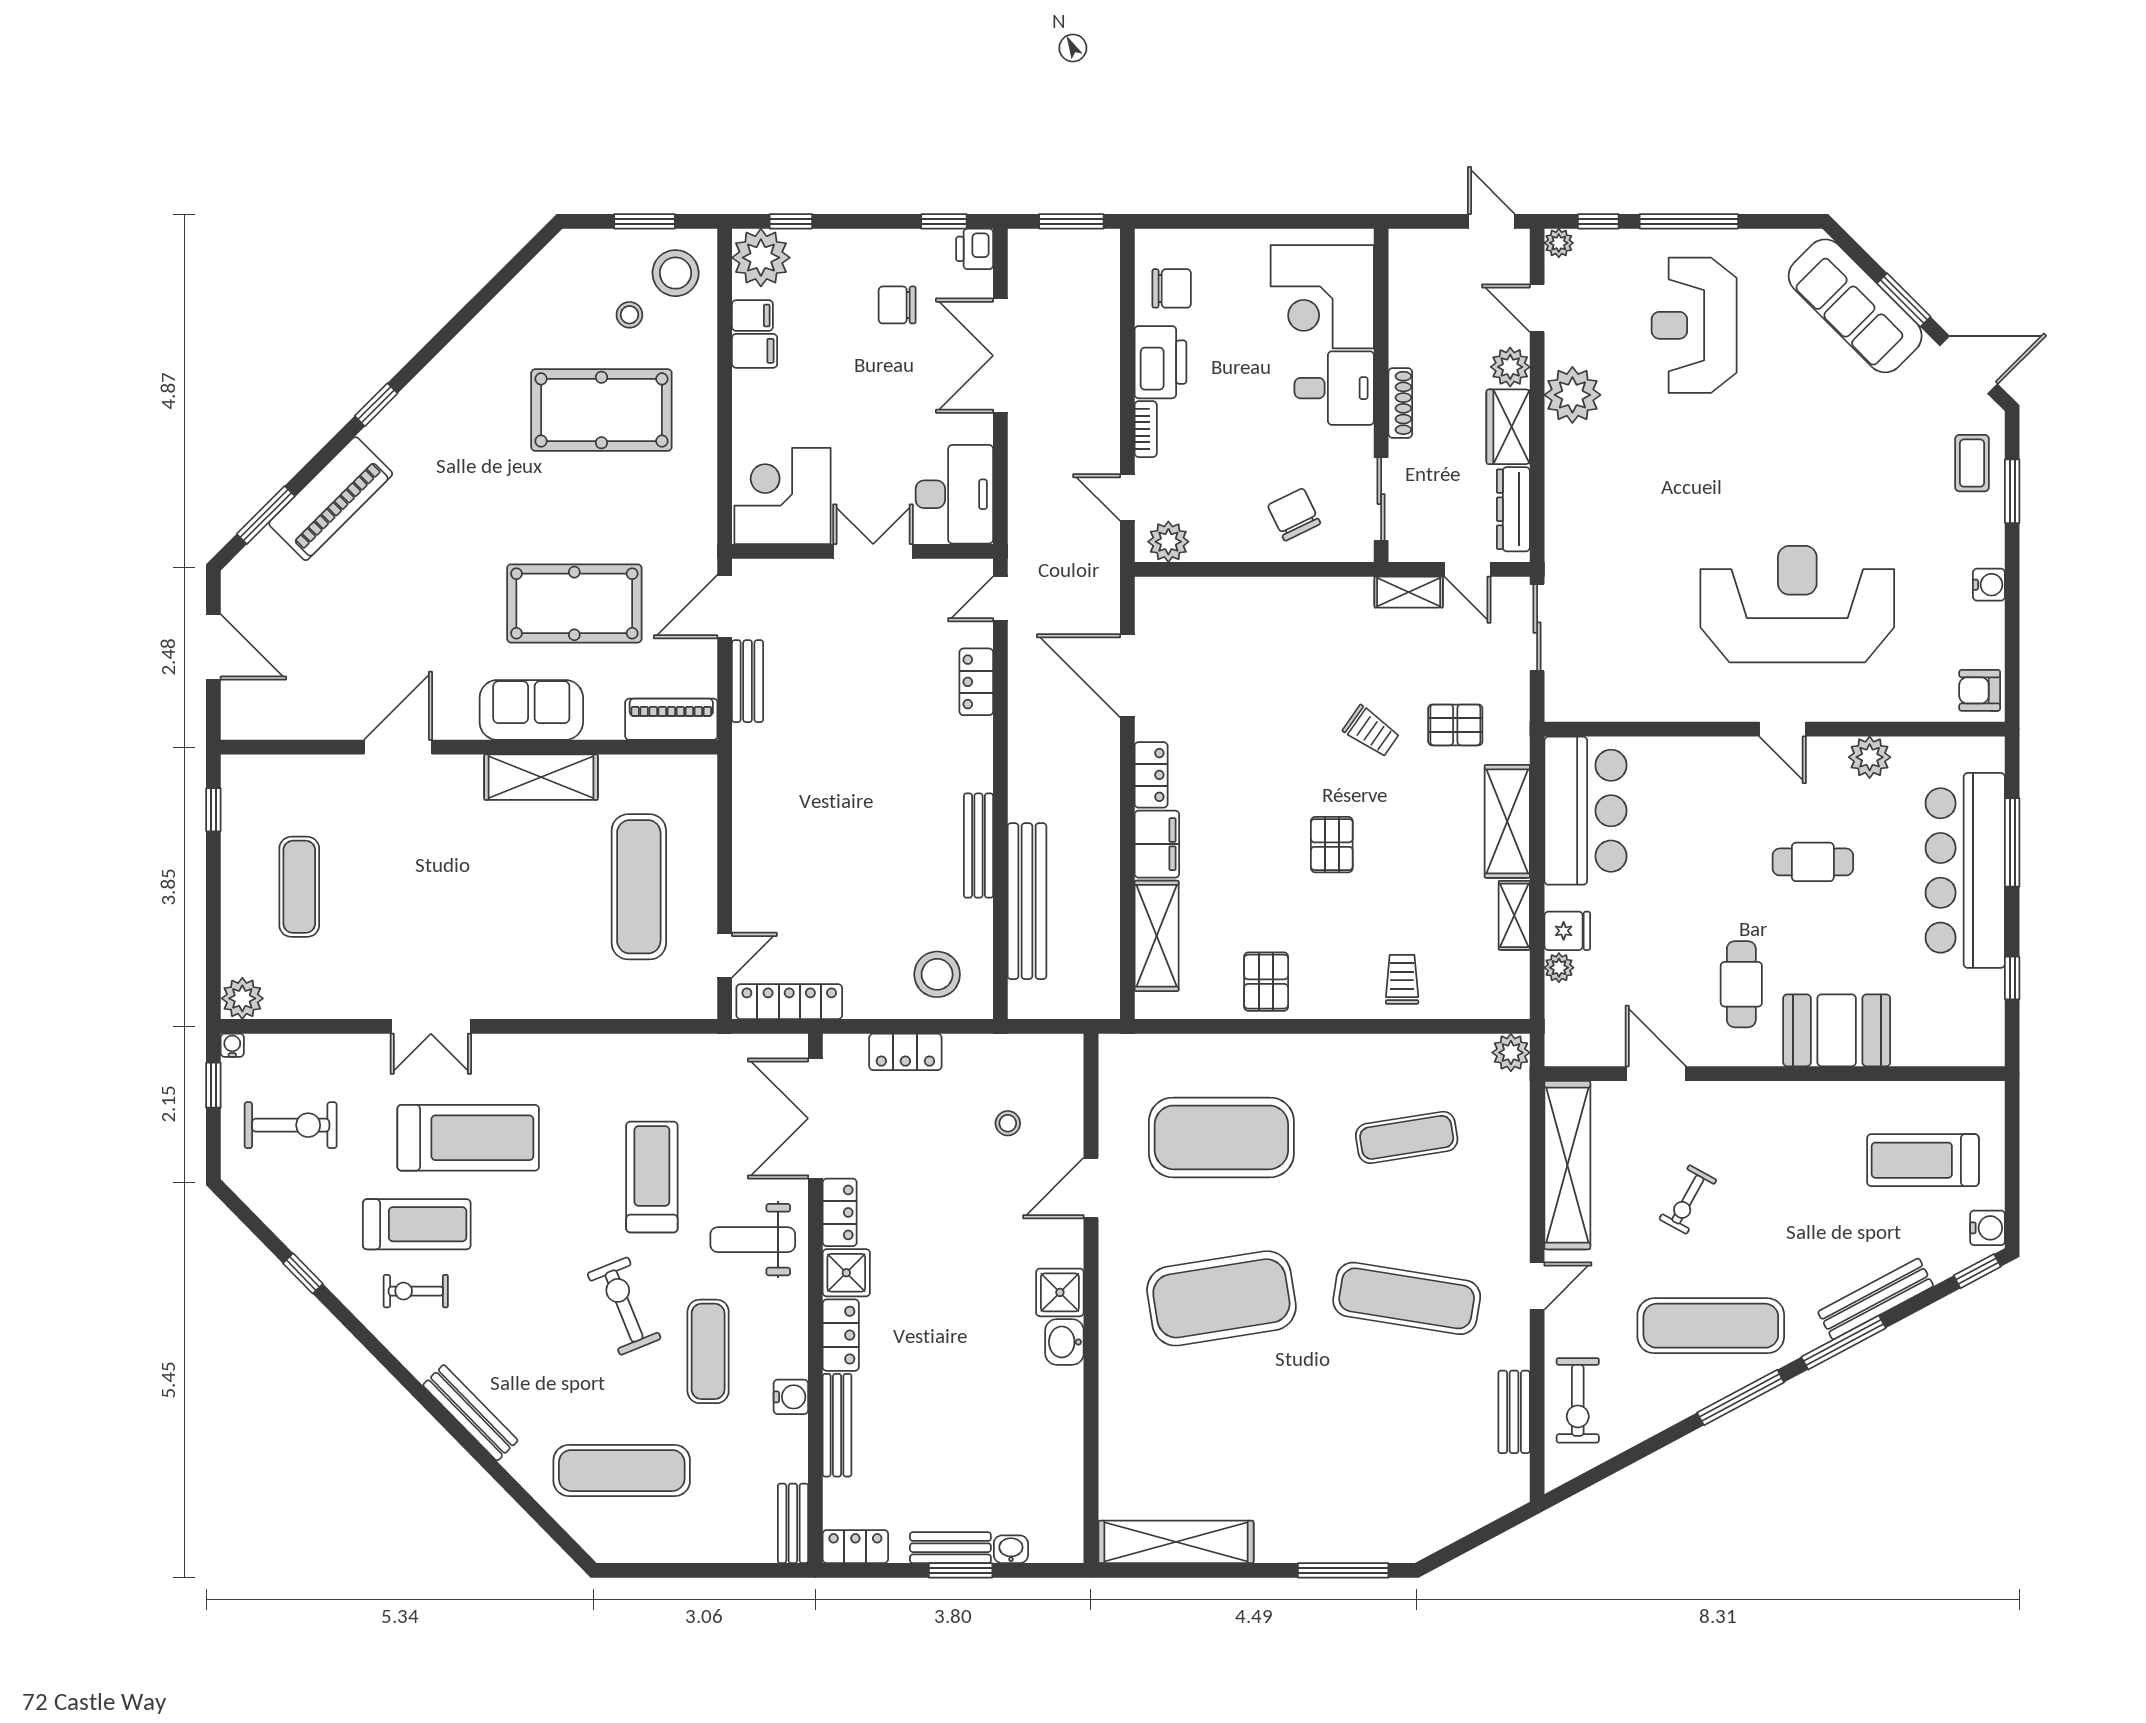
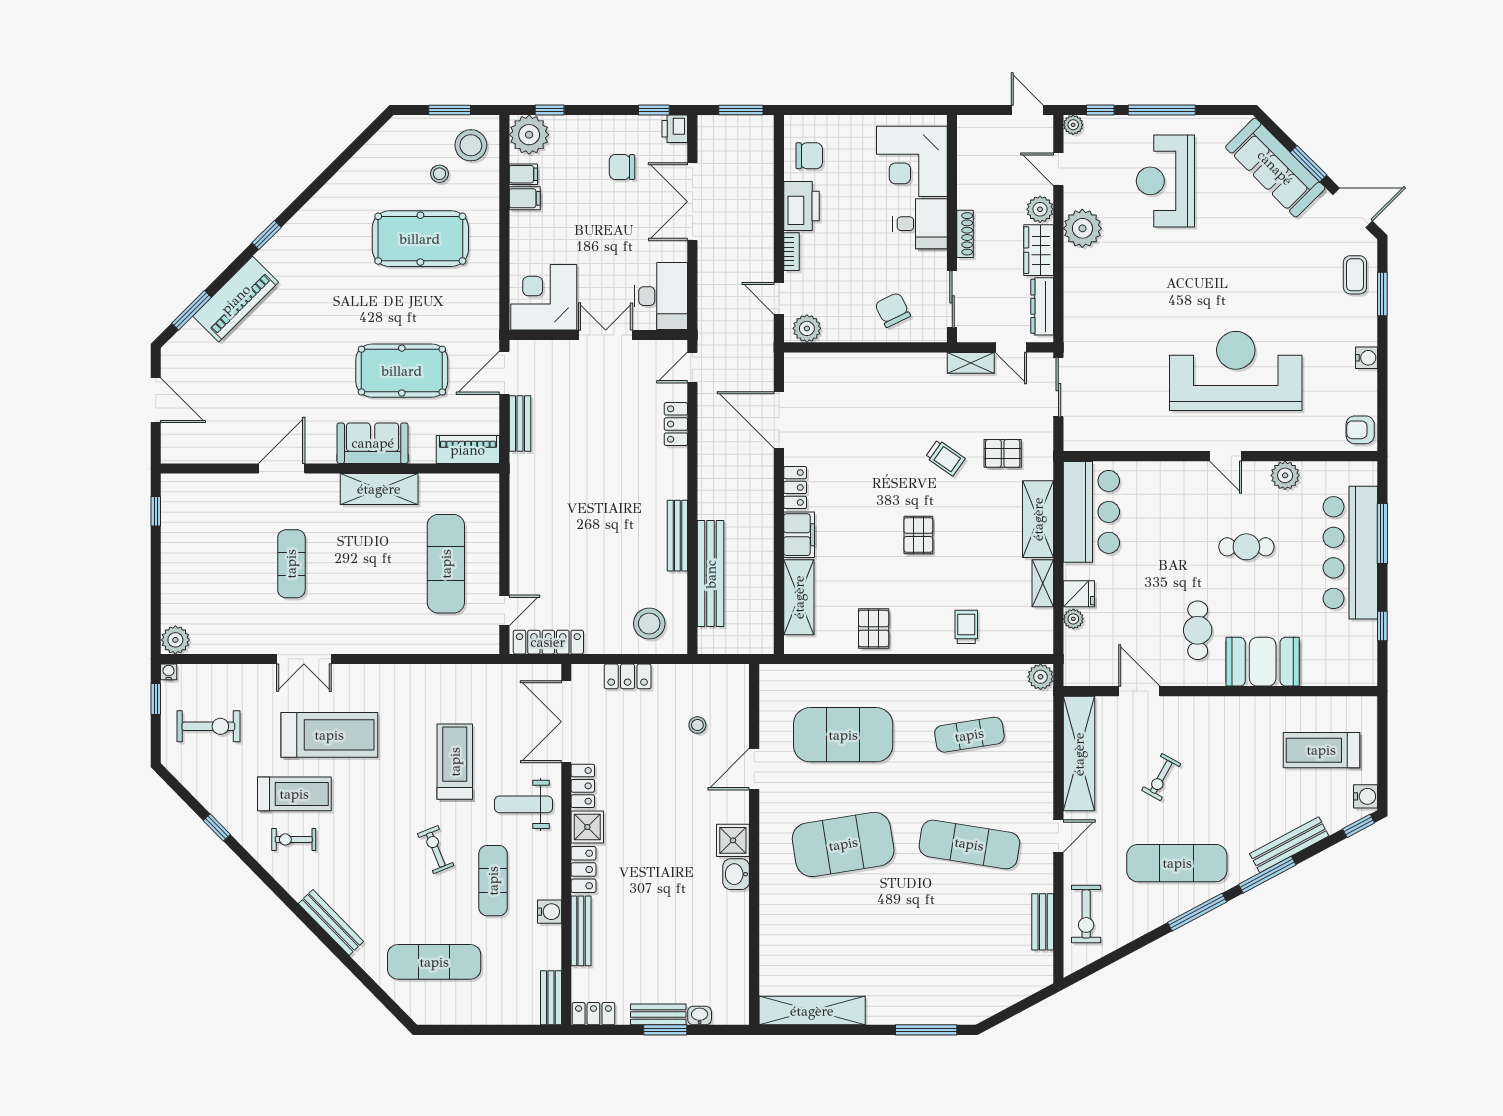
exercise mat: (299, 887) -> (291, 564), moved
exercise bike: (624, 1306) -> (436, 850), width x0.73, depth x0.72

